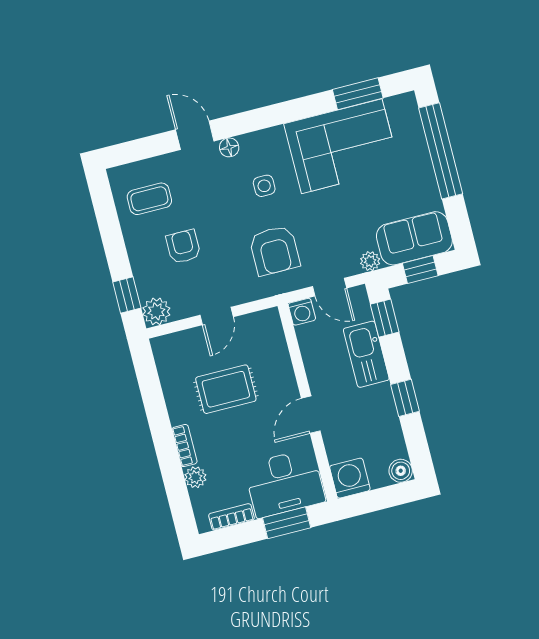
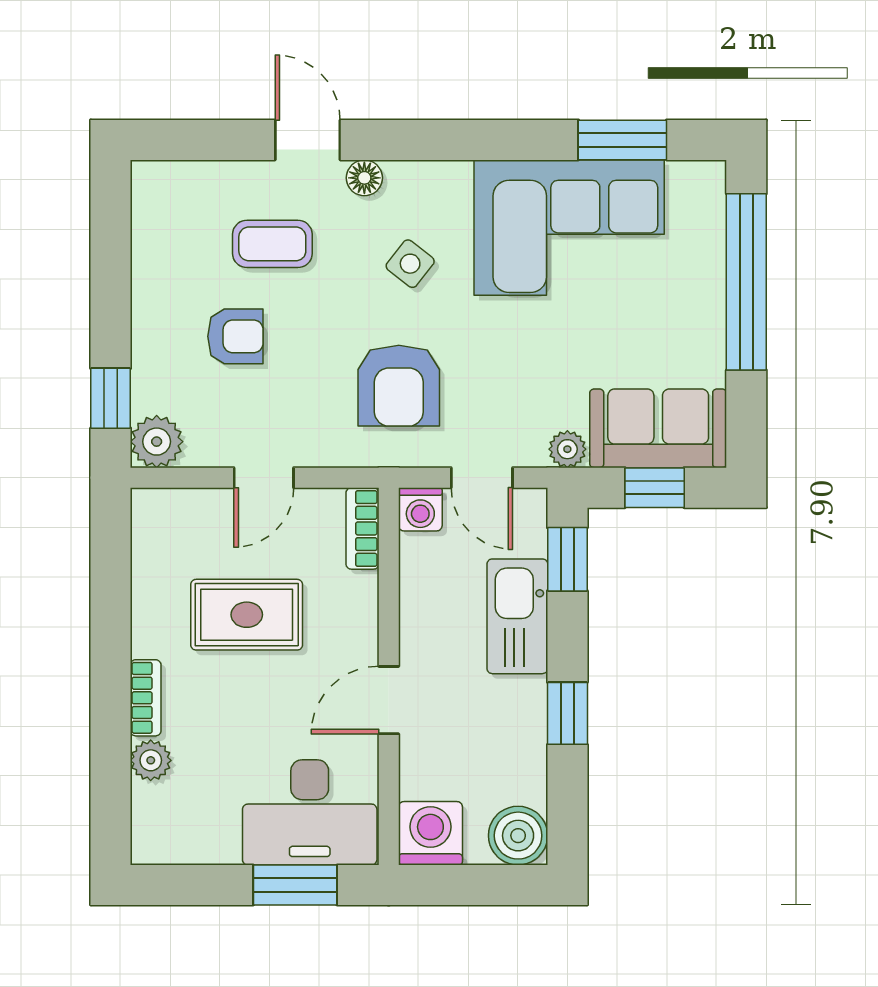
side table: (264, 186) -> (410, 264), turned 38
coffee table: (149, 199) -> (272, 244), moved
armchair: (183, 247) -> (235, 336), turned 90
boiler: (401, 471) -> (518, 836), width x1.36, depth x1.36
bookcase: (231, 517) -> (362, 528), moved, turned -90

